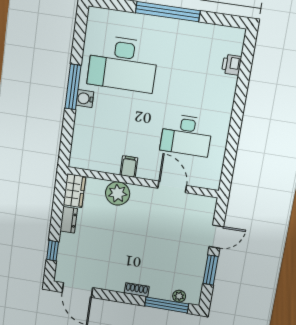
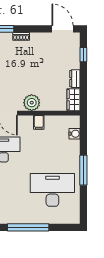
water cooler: (85, 99) -> (75, 134), moved
plant: (118, 193) -> (32, 103), moved

